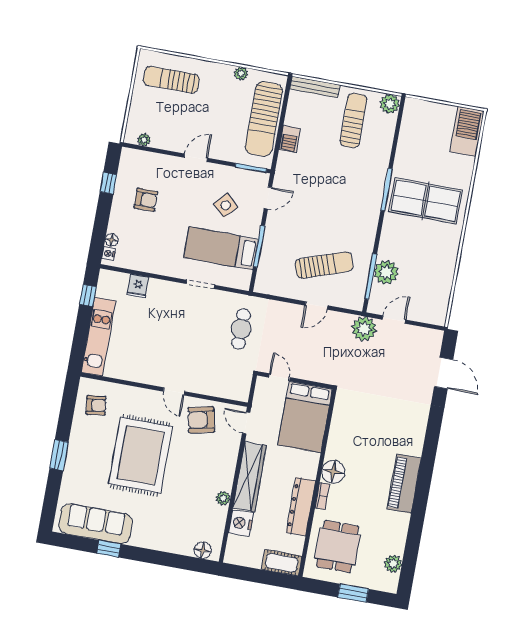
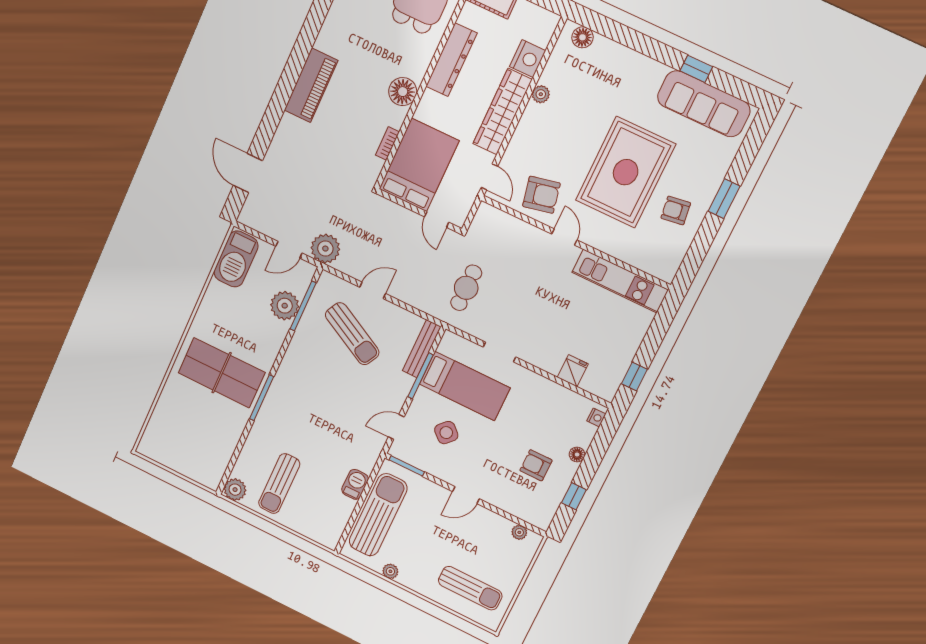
bench: (315, 87) -> (422, 349), moved, turned 90
barbecue: (467, 131) -> (236, 259), moved
floor lamp: (112, 240) -> (577, 454), moved
sun lounger: (324, 265) -> (352, 334), turned -133
kitchen unit: (98, 337) -> (620, 281), moved, turned -90
armchair: (96, 405) -> (676, 211), moved
piano: (404, 484) -> (311, 85), moved
bookcase: (322, 496) -> (387, 144), moved

